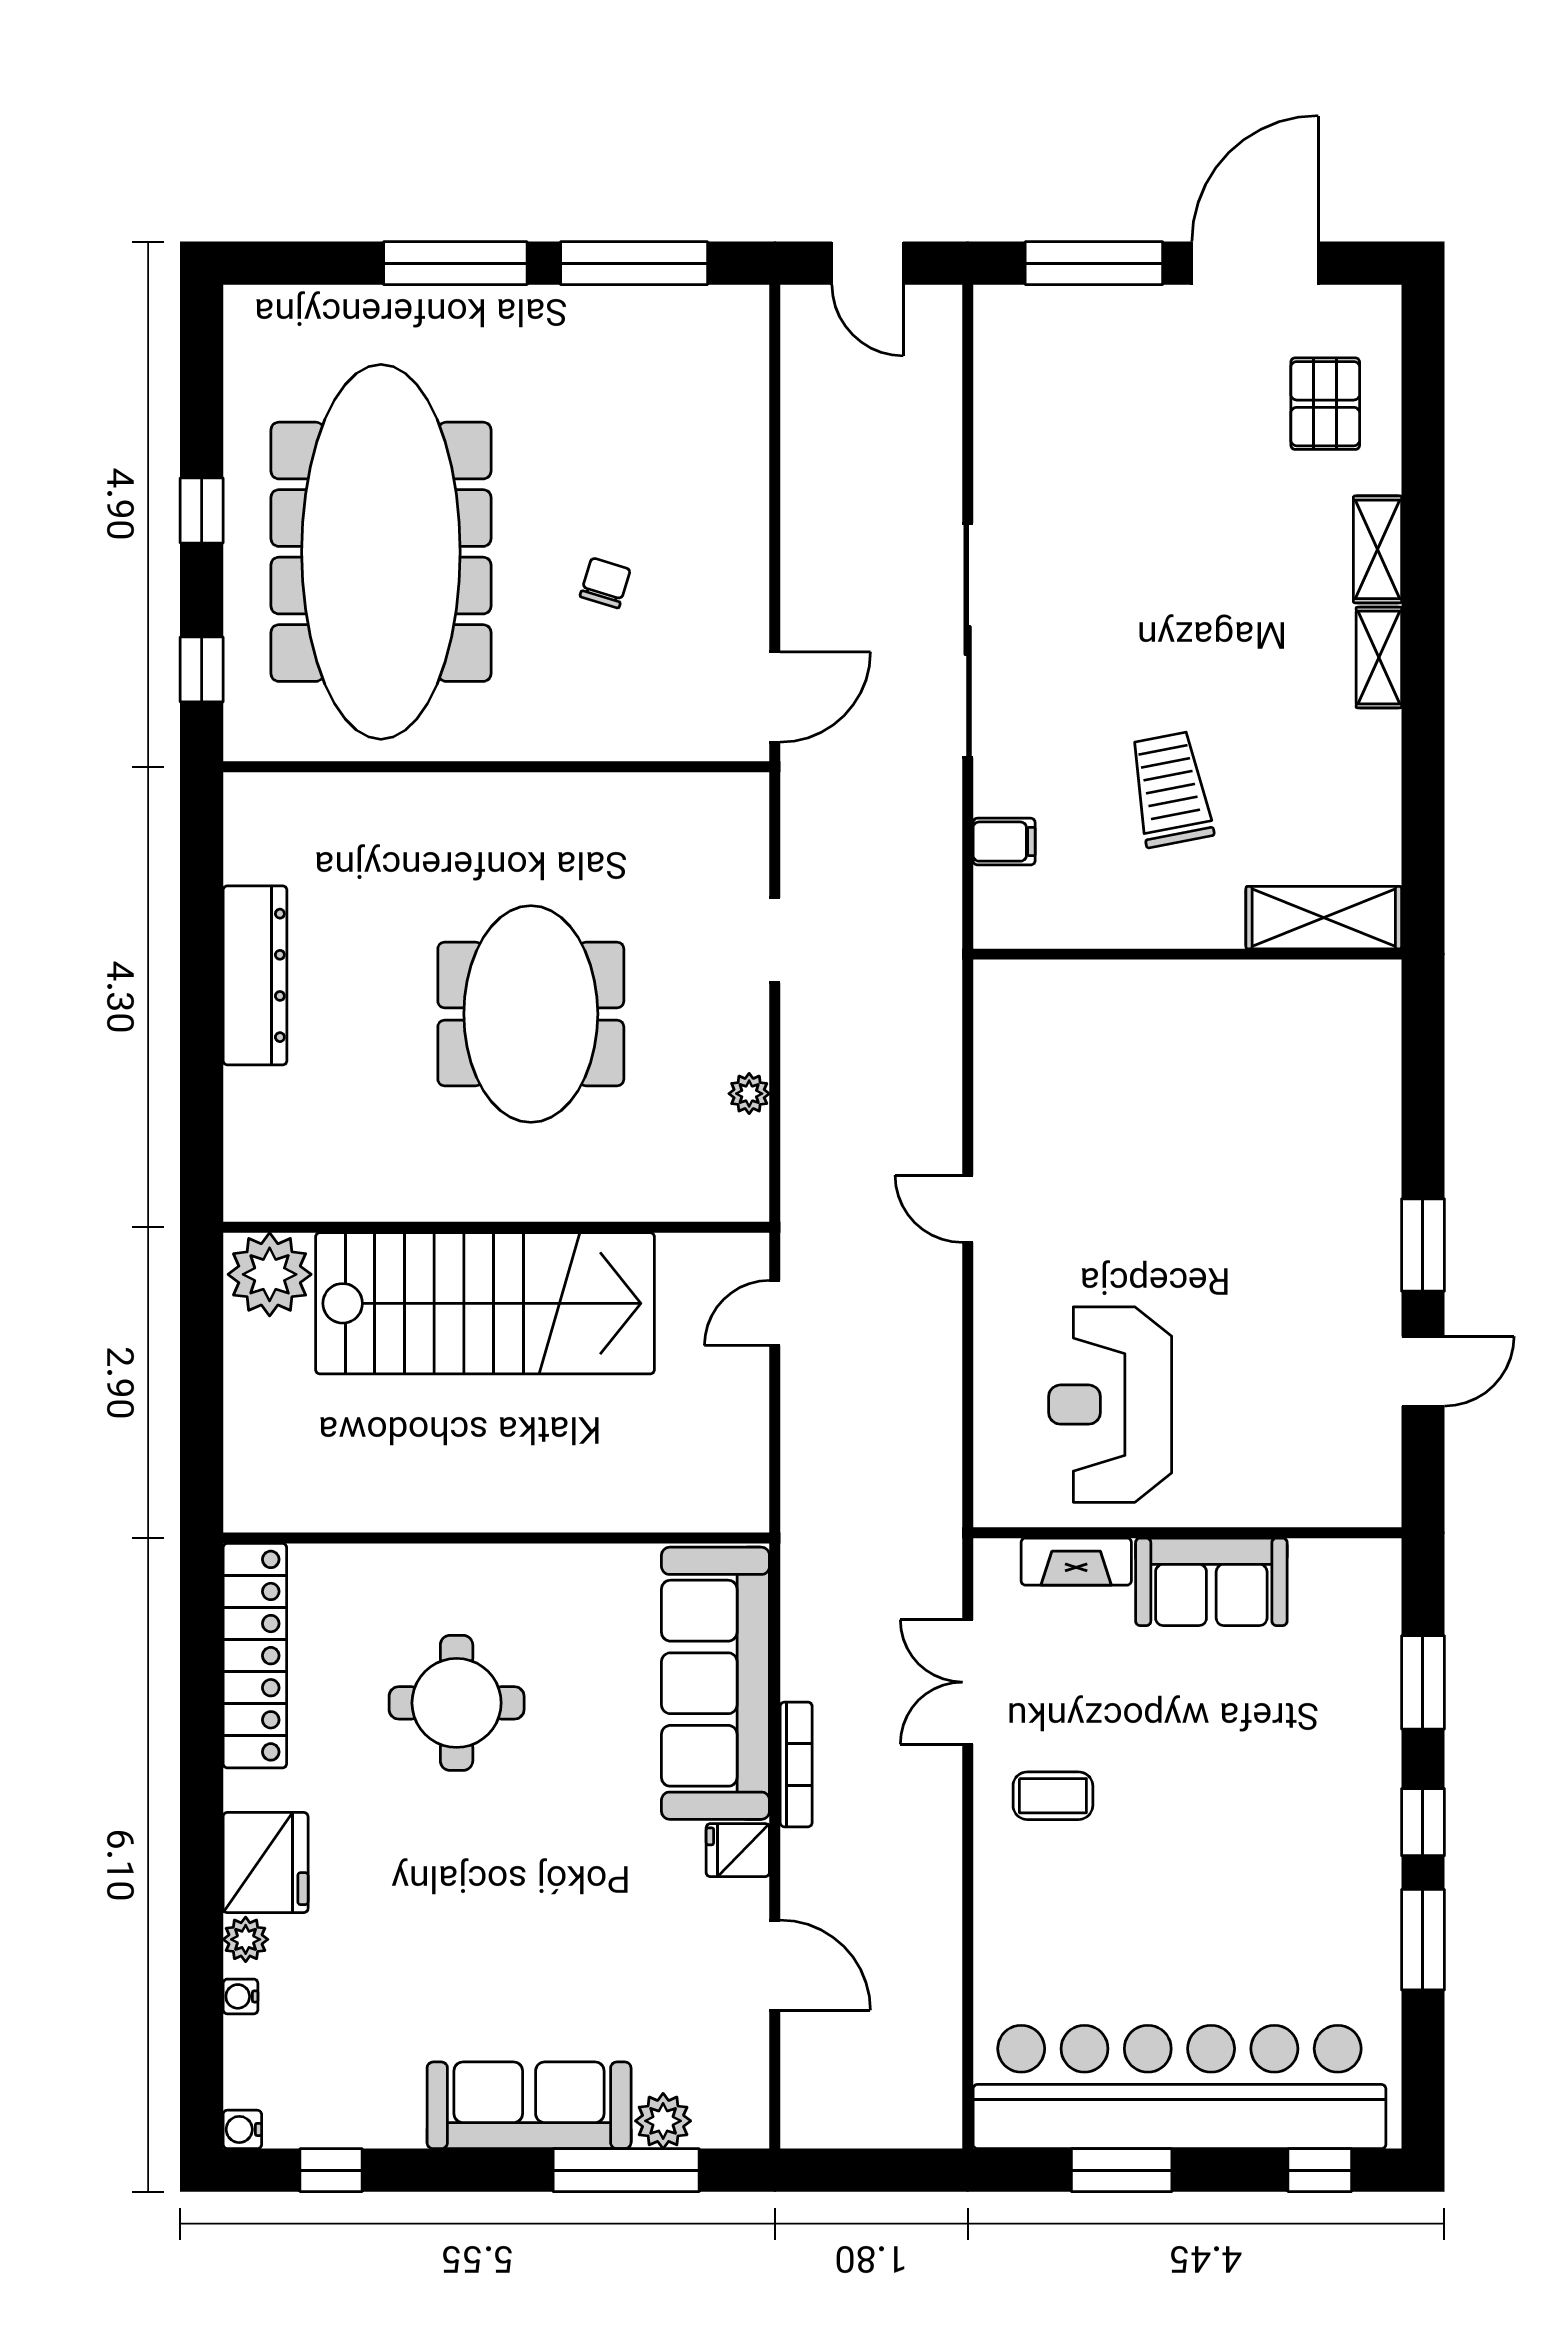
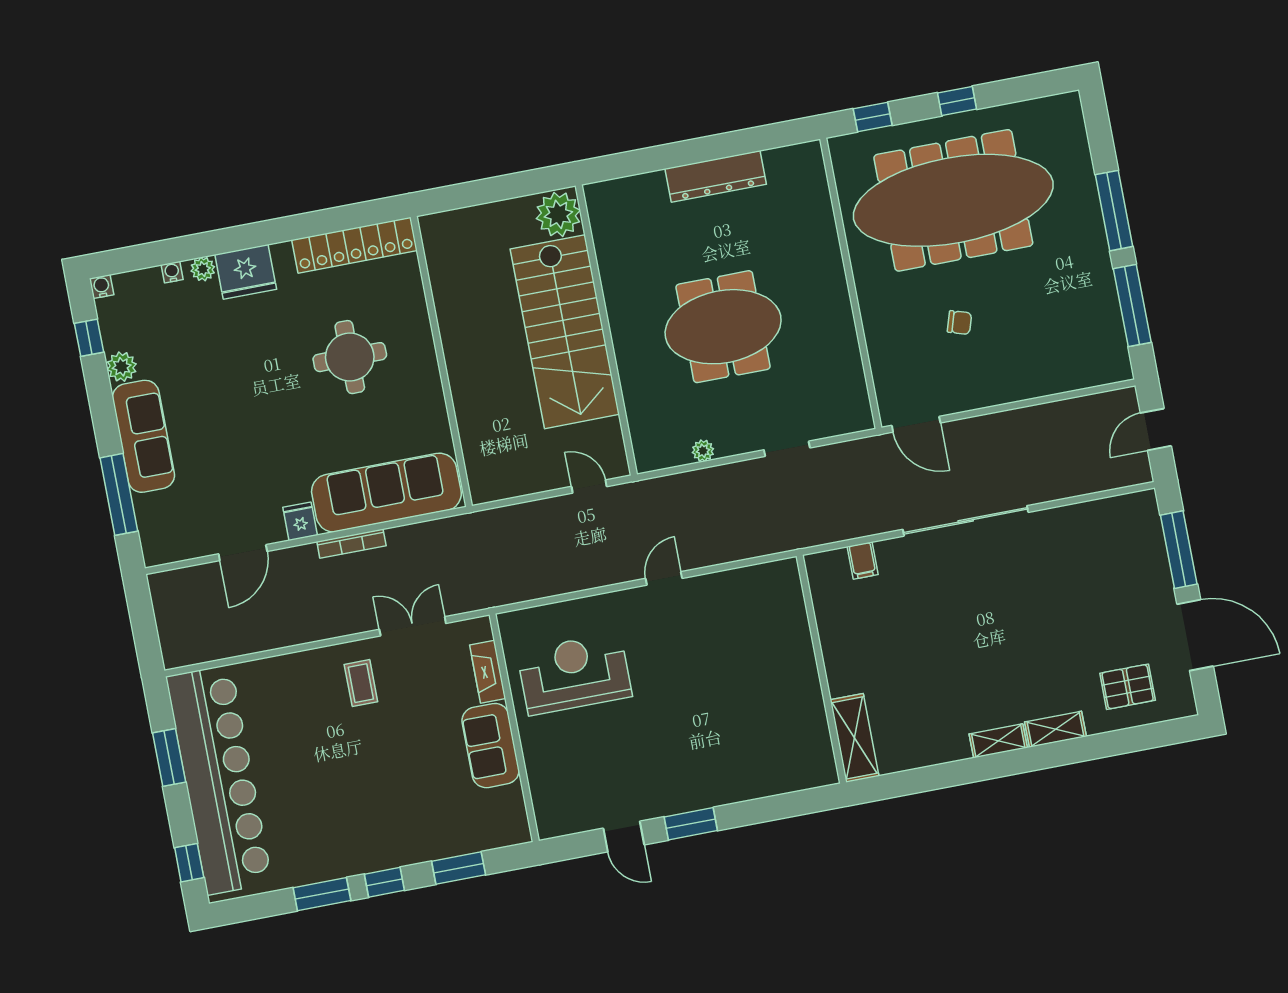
trolley: (1171, 789) -> (907, 644), removed
plant: (663, 2121) -> (122, 367), moved

